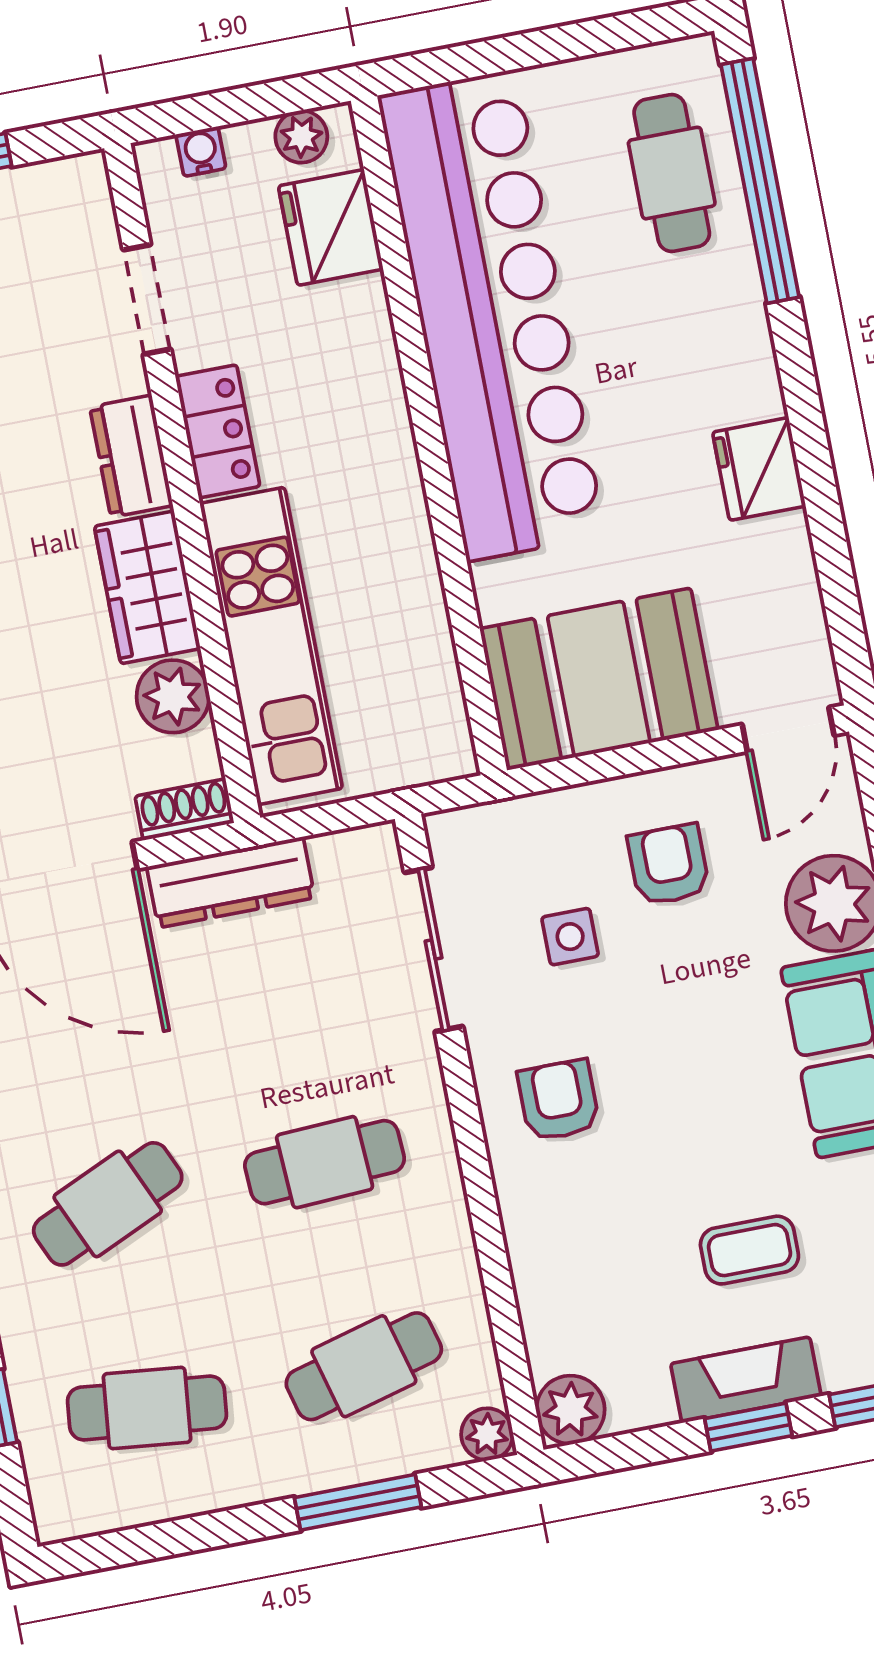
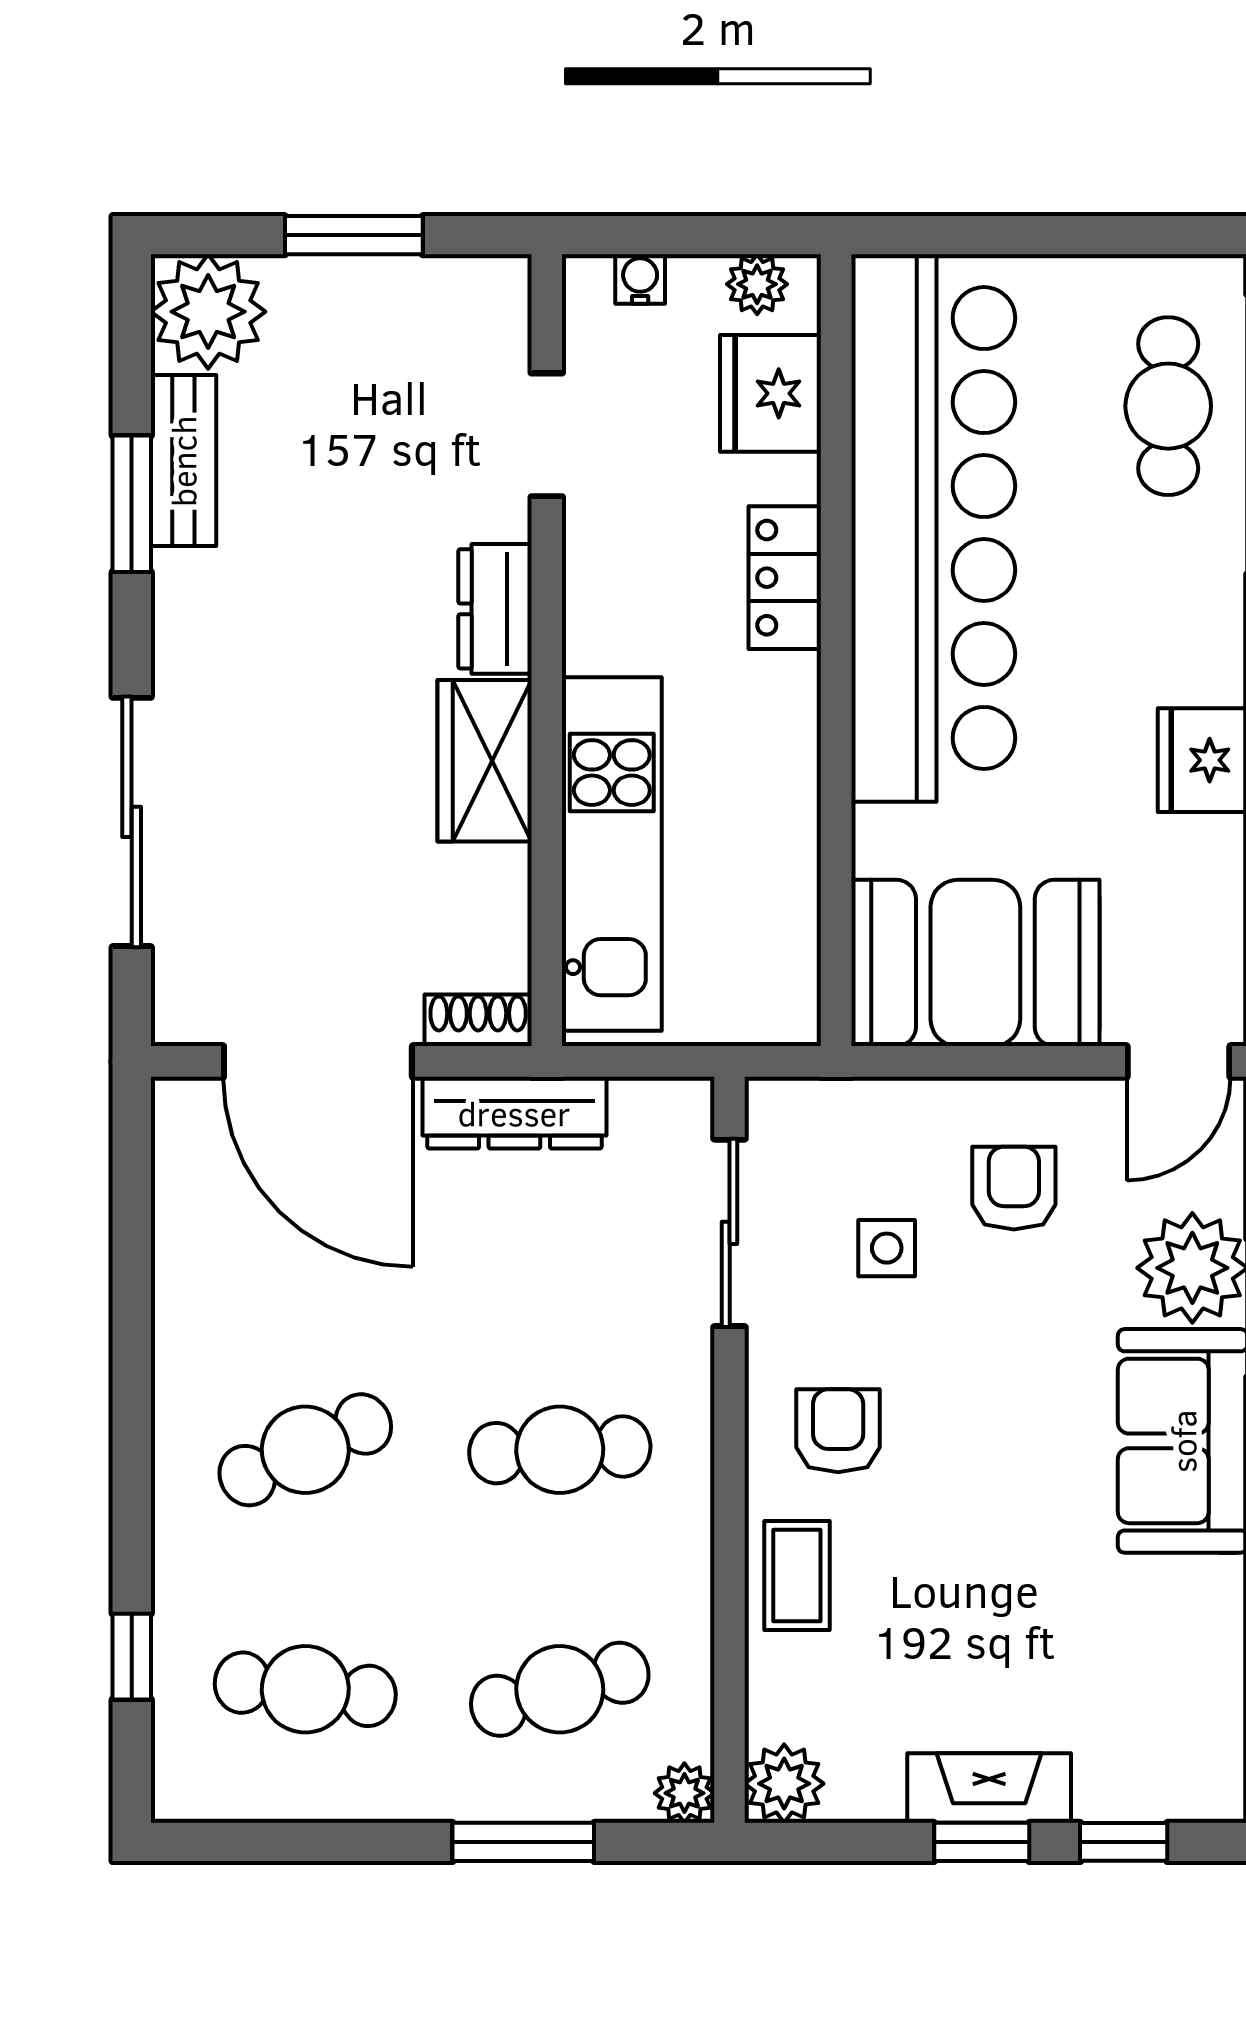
locker: (218, 431) -> (785, 578), moved, turned 180
plant: (173, 696) -> (490, 890), removed
coffee table: (749, 1250) -> (797, 1576), moved, turned 90

